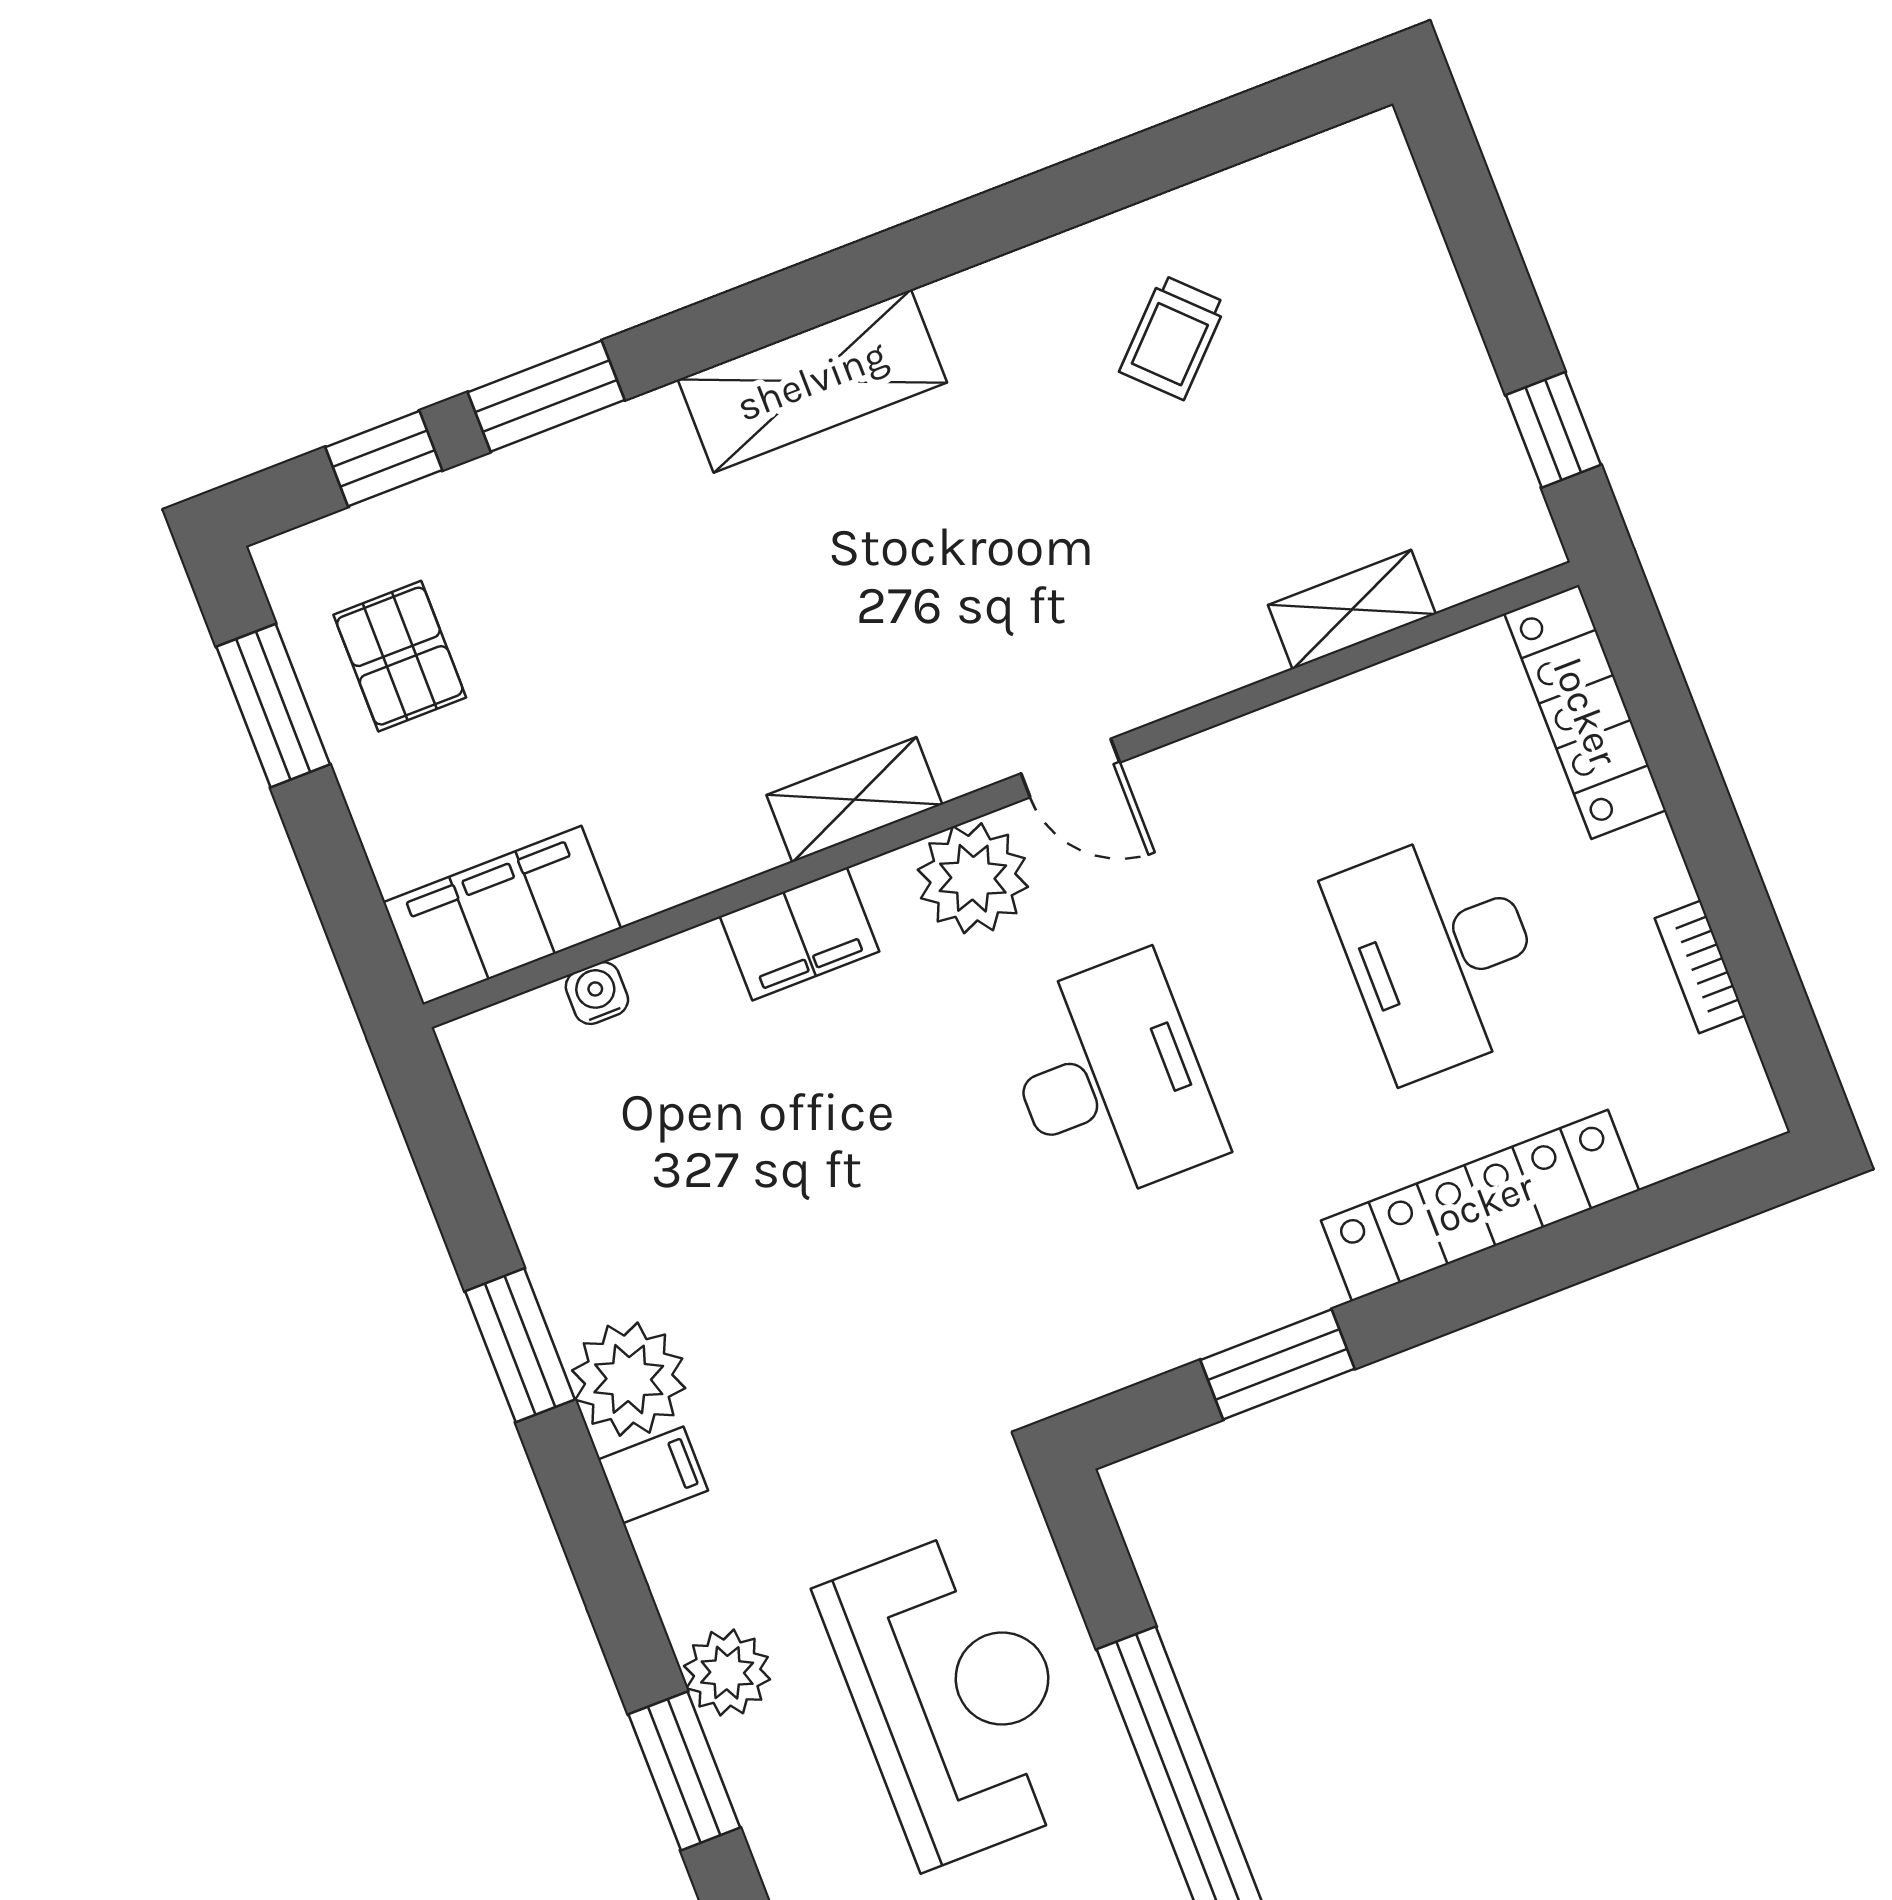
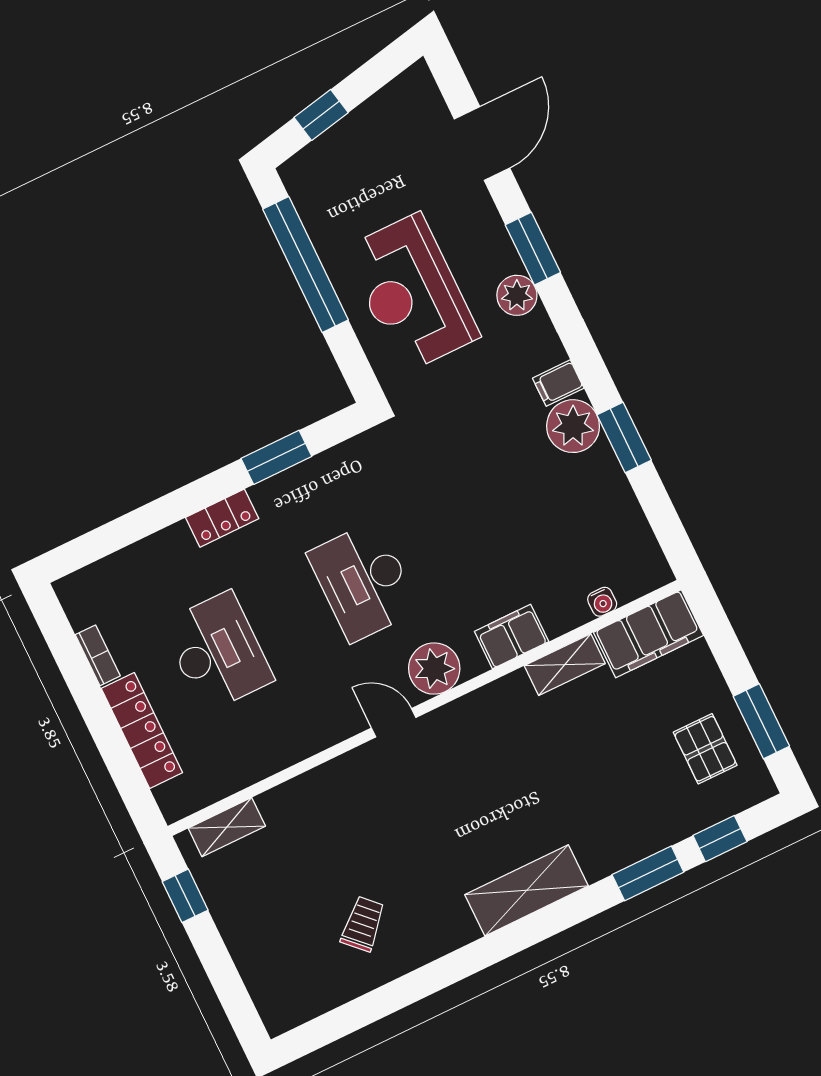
shelving: (1352, 610) -> (227, 827), moved
locker: (1585, 712) -> (142, 731), moved
shelving: (854, 800) -> (565, 665), moved
locker: (1480, 1205) -> (222, 518), width x0.46, depth x0.83

